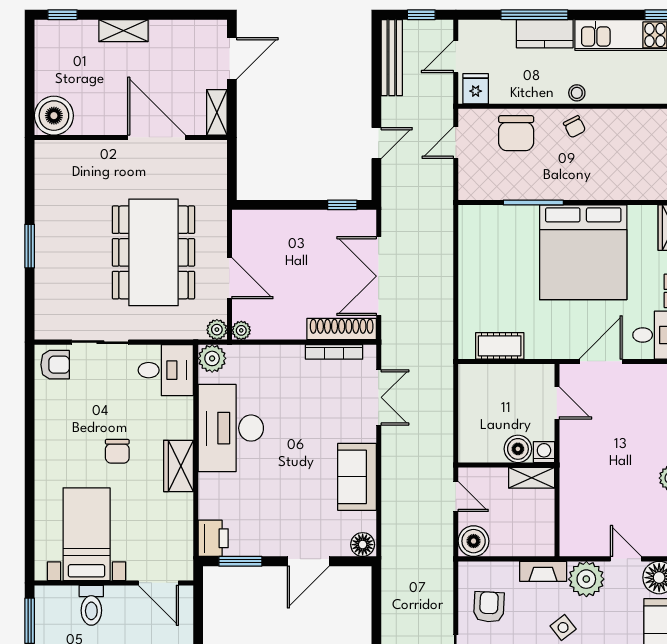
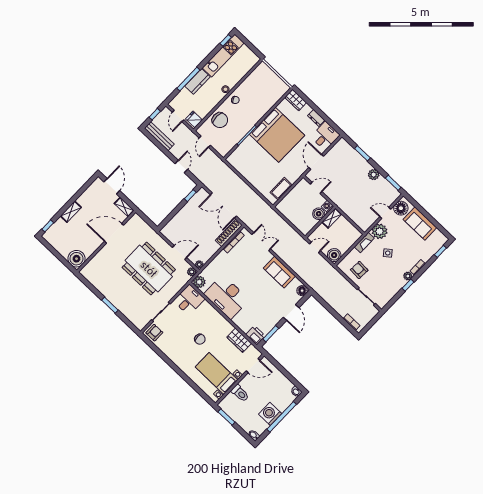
wardrobe: (178, 466) -> (239, 340), moved

